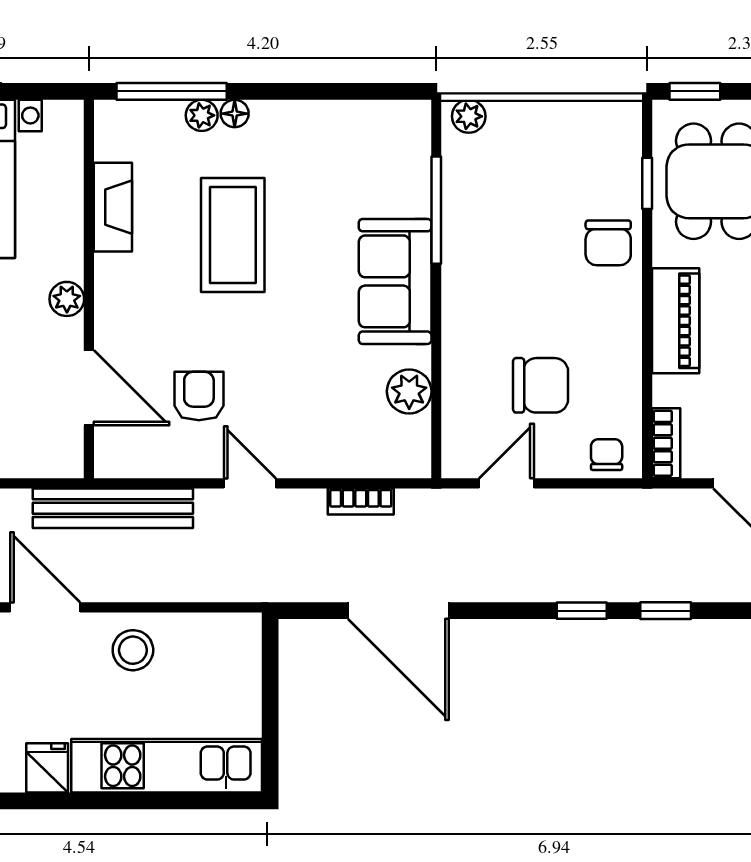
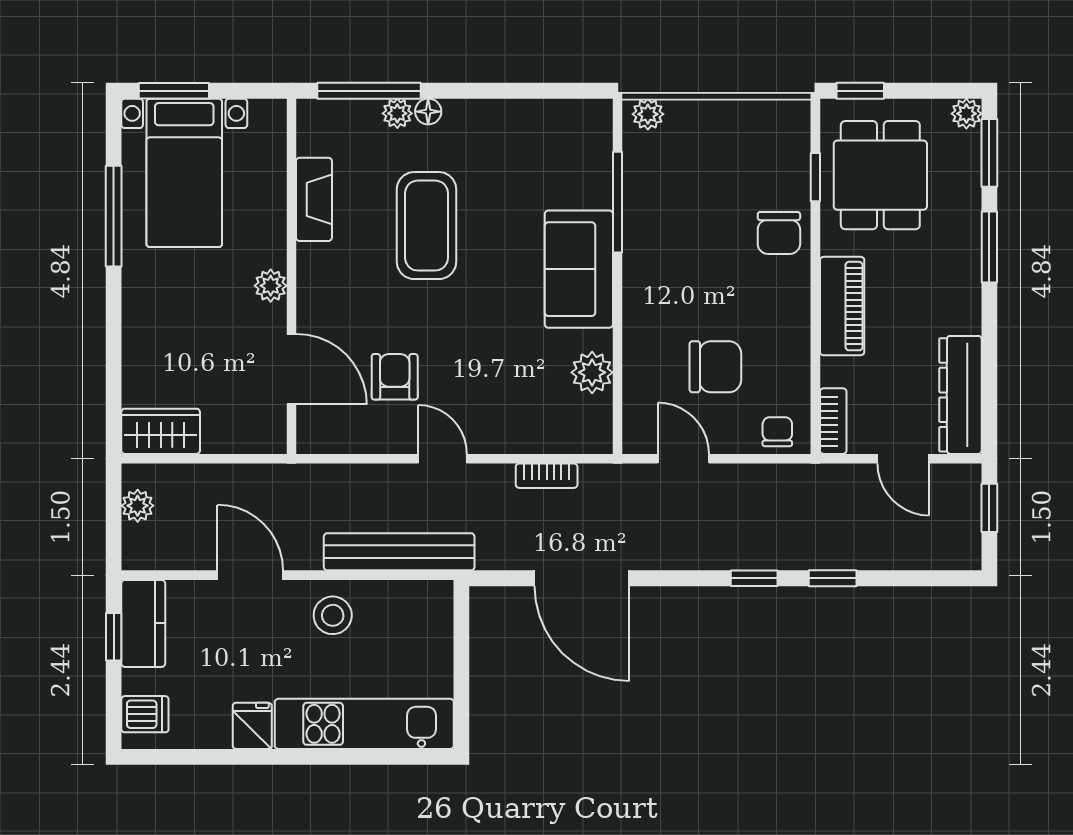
door: (506, 483) -> (683, 459), hinge flipped
bench: (113, 508) -> (399, 552), moved

